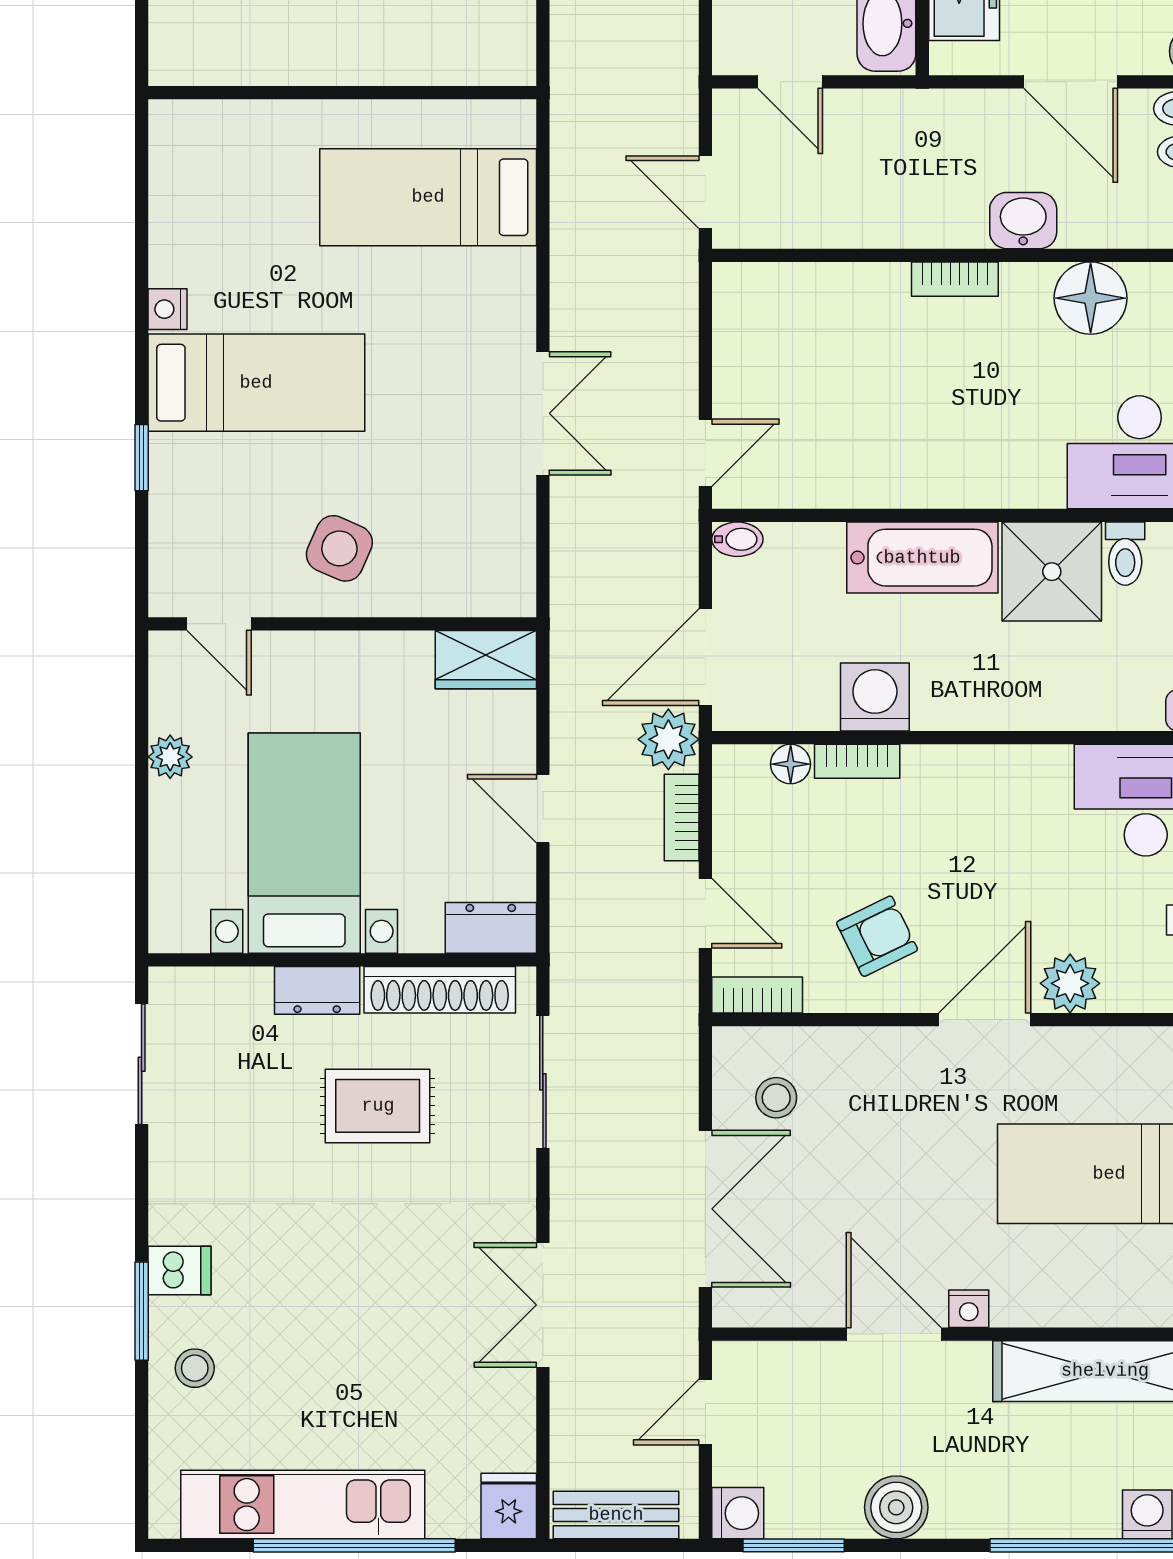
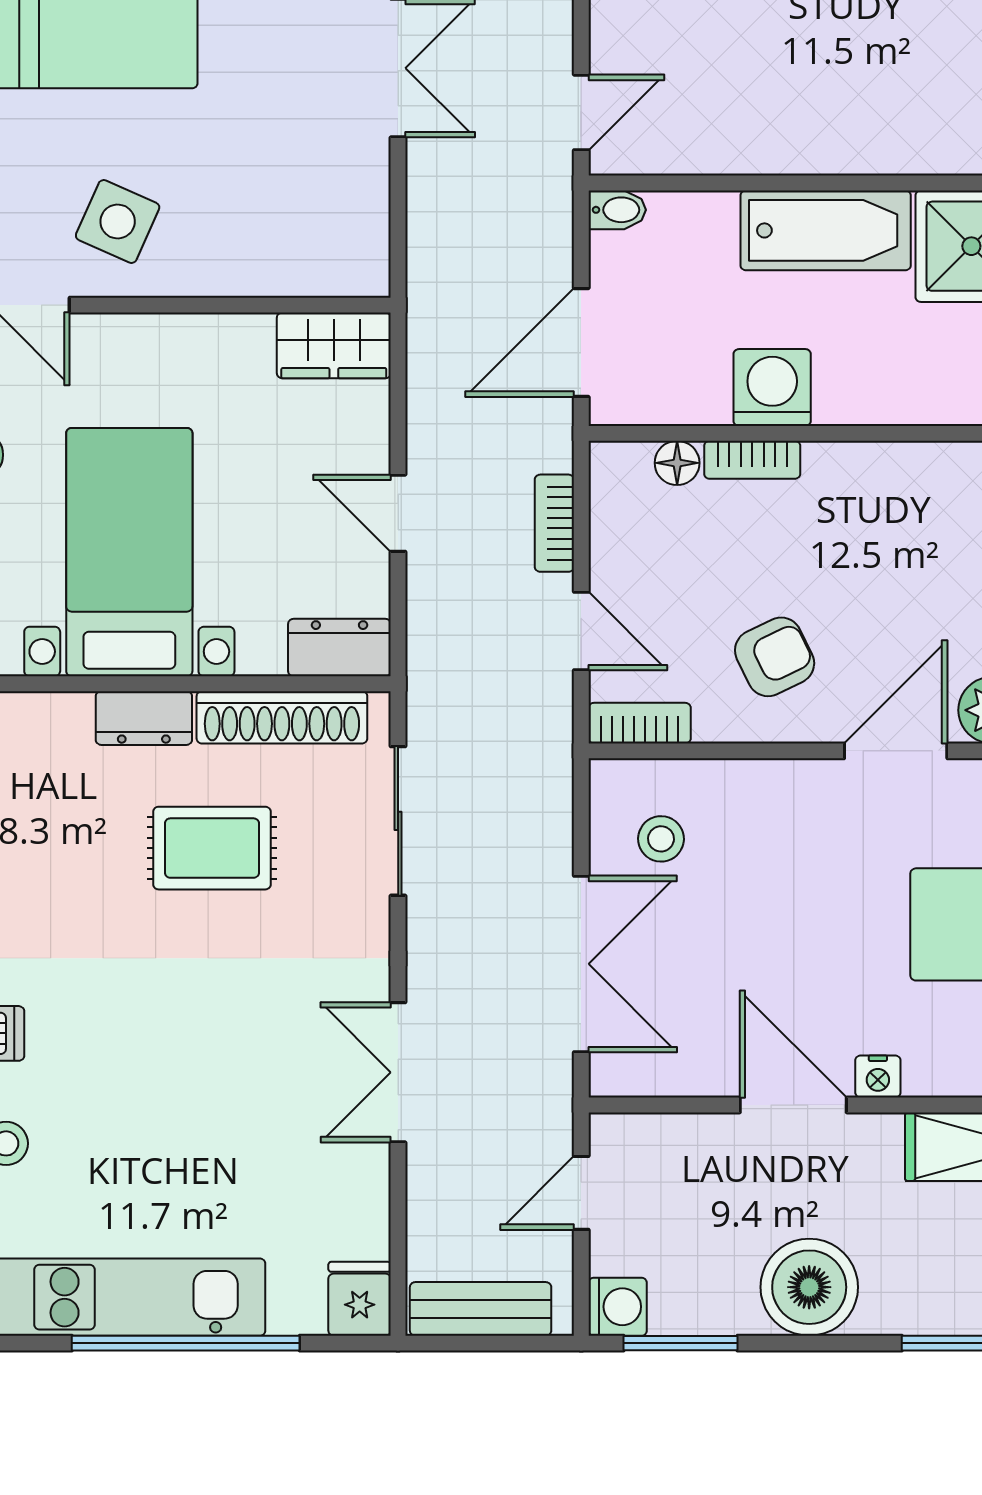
side table: (339, 548) -> (118, 221), moved
plant: (668, 739) -> (540, 435), removed
boiler: (896, 1507) -> (809, 1287), width x1.37, depth x1.37

